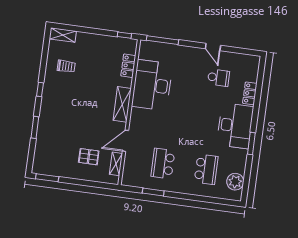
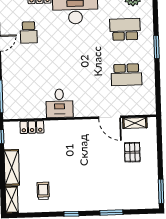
school desk: (218, 78) -> (29, 32), turned 180
desk: (152, 85) -> (59, 103), width x0.53, depth x0.77
shelving: (122, 104) -> (12, 167), moved, turned 90
window: (153, 192) -> (156, 47), moved

